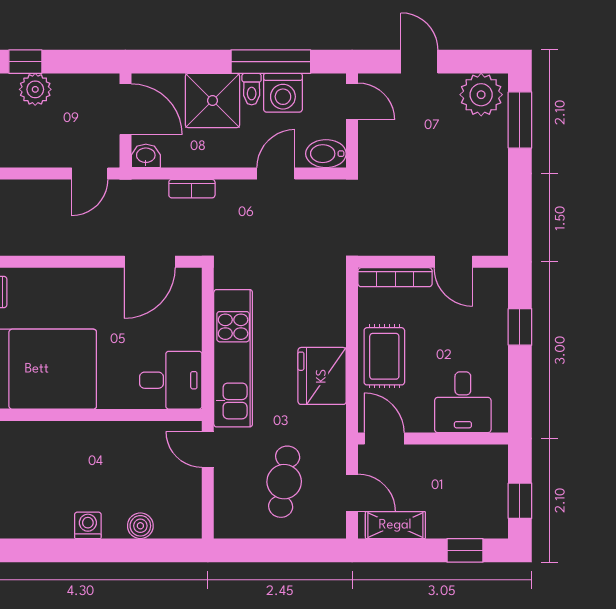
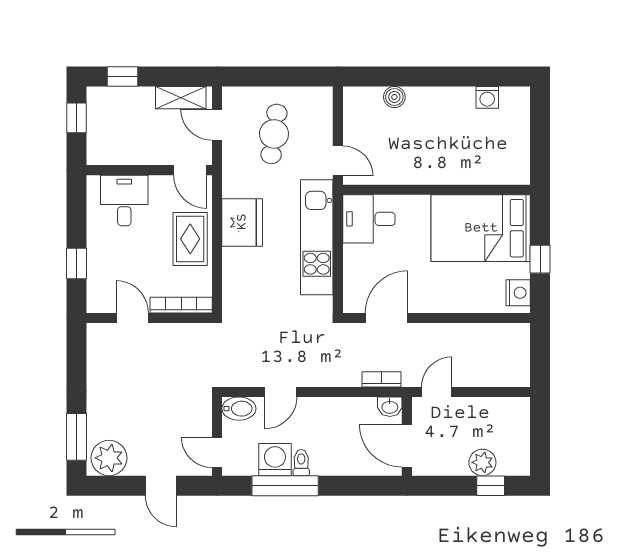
shower: (212, 101) -> (334, 453), removed
bookcase: (192, 189) -> (382, 379), moved
washing machine: (88, 525) -> (487, 97), moved

